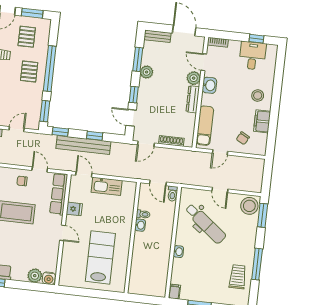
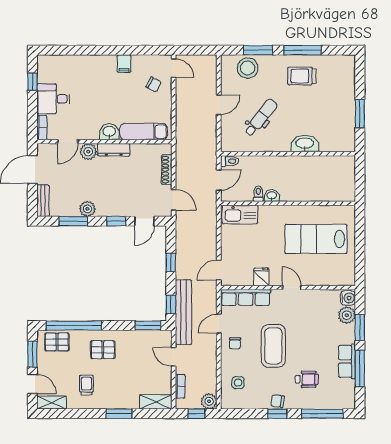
pallet: (27, 37) -> (57, 342), moved
desk: (253, 56) -> (53, 99), moved
window: (50, 69) -> (74, 326), moved
washbasin: (209, 85) -> (109, 132), moved
stool: (258, 96) -> (100, 72), removed
filing cabinet: (262, 121) -> (124, 64), width x0.50
bench: (83, 145) -> (183, 312), moved
door: (220, 152) -> (174, 68), moved
kitchen sink: (107, 186) -> (240, 214), moved, turned 90
stool: (249, 206) -> (248, 68), moved
window: (263, 215) -> (258, 50), moved
dental chair: (205, 224) -> (261, 118), width x0.73, depth x0.72
door: (63, 233) -> (292, 288), hinge flipped
washbasin: (178, 252) -> (305, 144), width x1.91, depth x1.45
trolley: (238, 277) -> (302, 76), moved
window: (23, 285) -> (360, 328), added
filing cabinet: (174, 292) -> (347, 145), removed

